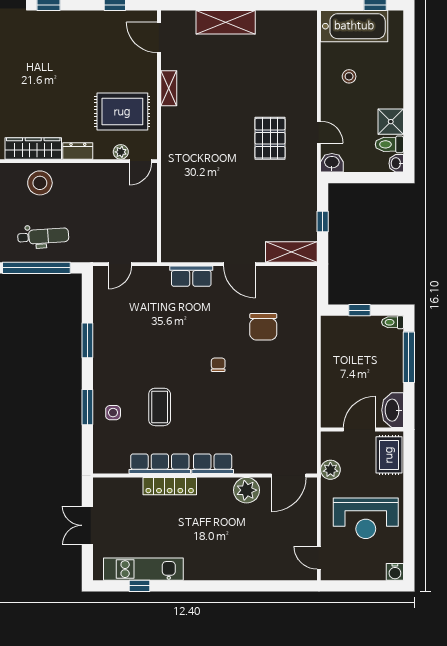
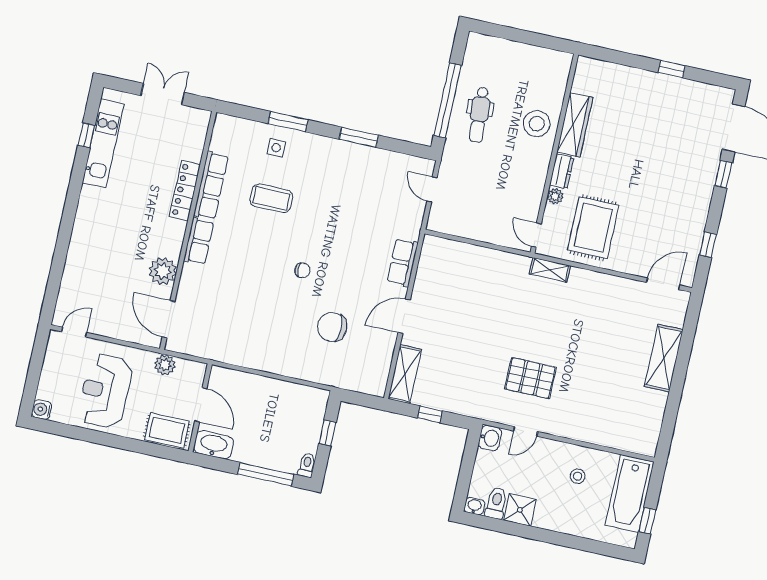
shelving: (169, 88) -> (550, 270), moved
plant: (121, 152) -> (555, 196), moved

